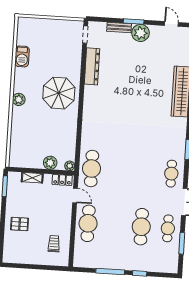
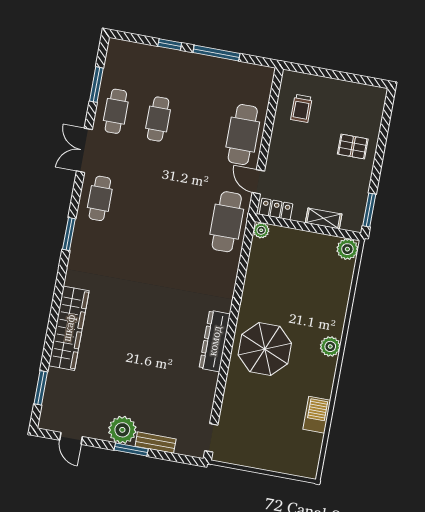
dresser: (92, 66) -> (215, 341), moved
plant: (50, 163) -> (347, 249), moved
cafe table: (141, 227) -> (158, 119), width x0.73, depth x0.74

